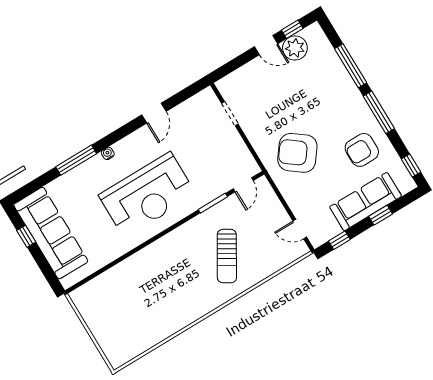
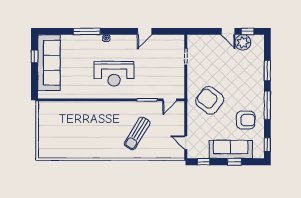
window: (351, 66) -> (267, 71), width x0.69
armchair: (362, 150) -> (246, 120), turned 180
reception desk: (147, 195) -> (114, 74), width x0.74, depth x0.77

